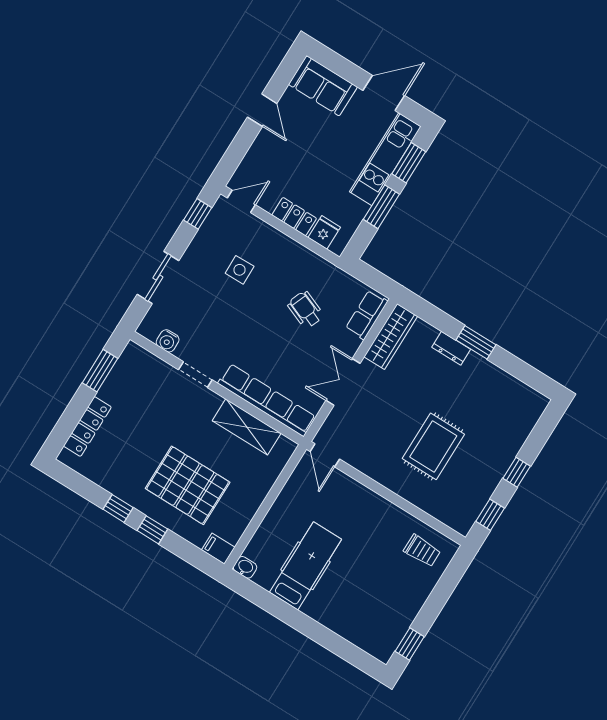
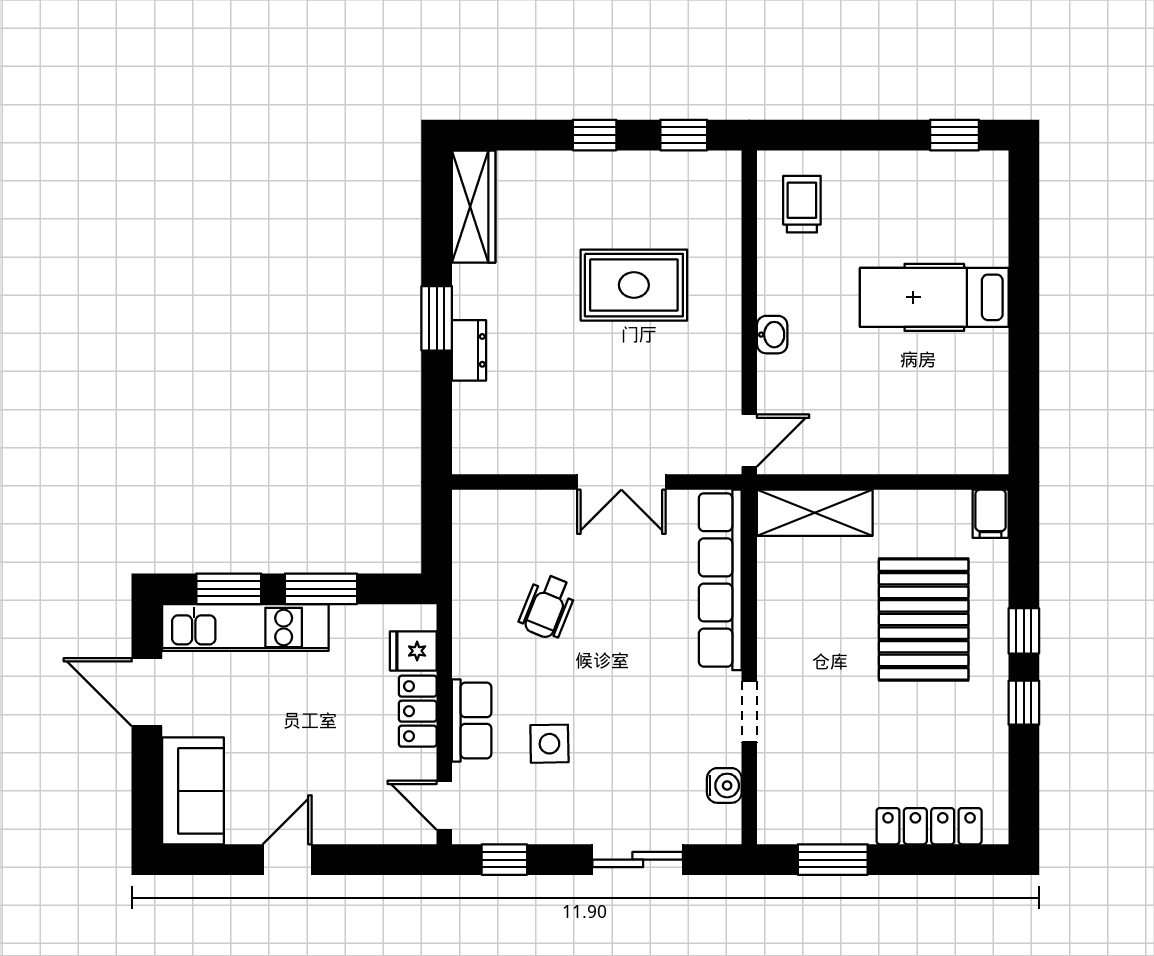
row of seats: (367, 315) -> (472, 720), moved, turned -90
wardrobe: (391, 336) -> (474, 207), moved, turned 90
shelving: (247, 427) -> (815, 513), moved, turned 90
hospital bed: (306, 566) -> (934, 297), moved
washbasin: (245, 567) -> (772, 335), moved, turned 180

